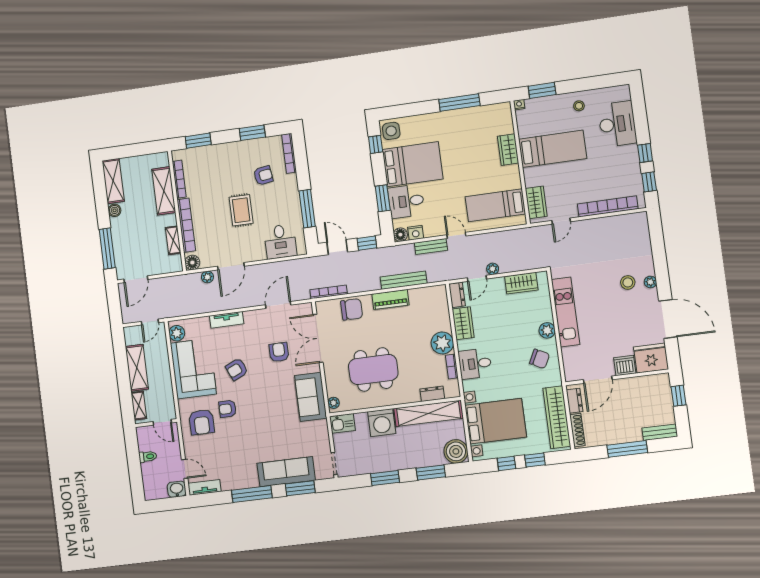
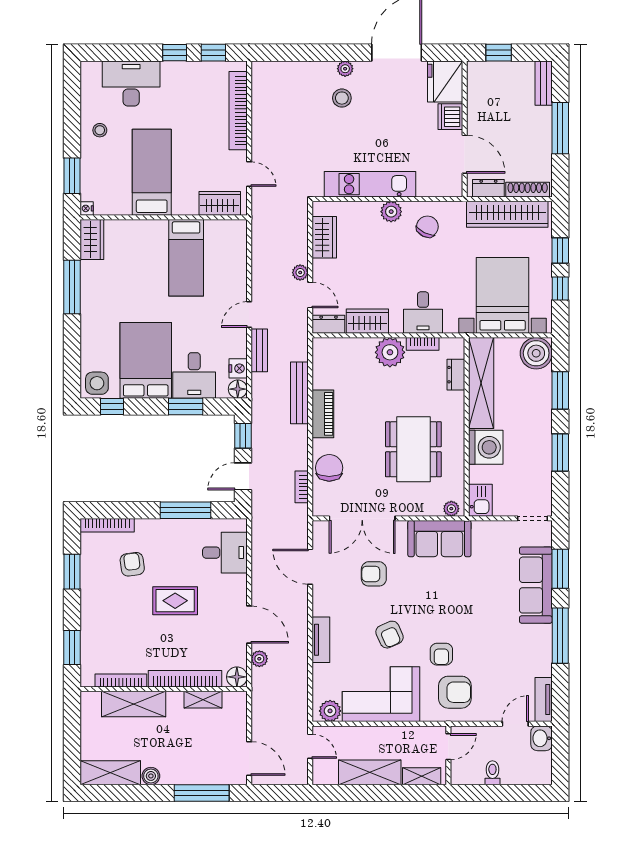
wardrobe: (508, 150) -> (92, 239), moved, turned -90
bed: (495, 205) -> (186, 258), moved
bookcase: (329, 292) -> (302, 487), width x0.64

